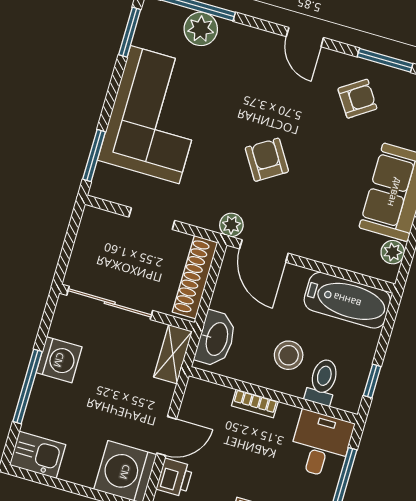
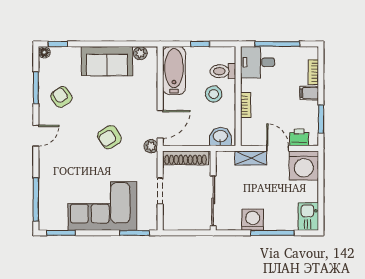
plant: (201, 29) -> (48, 194), removed
washbasin: (216, 339) -> (220, 137), width x0.72
shelving: (173, 354) -> (251, 158), moved
window: (372, 381) -> (200, 44), moved

